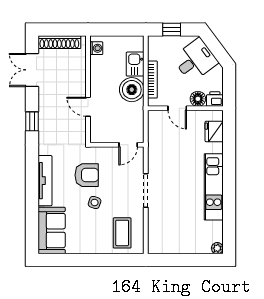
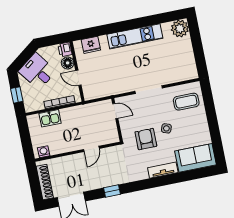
boiler: (132, 90) -> (71, 117), removed
door: (177, 108) -> (78, 78), swing flipped
tv unit: (45, 181) -> (163, 170), width x0.71
plant: (217, 248) -> (180, 28), width x1.88, depth x1.88

